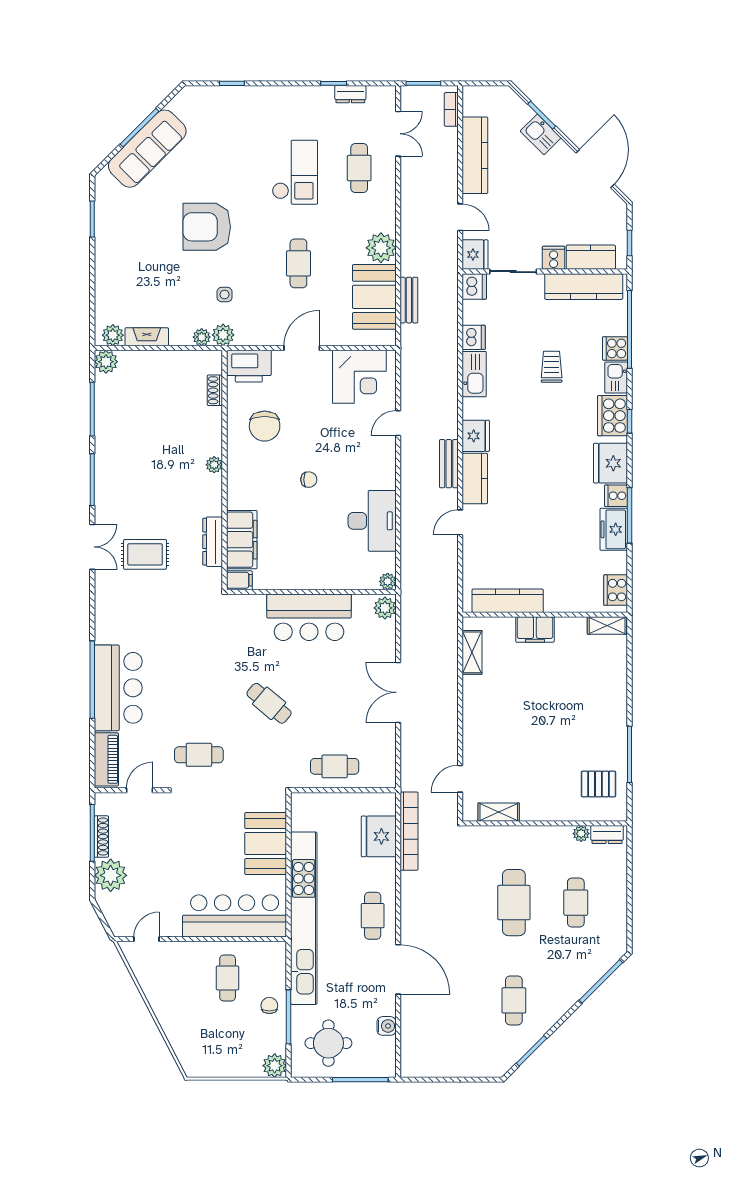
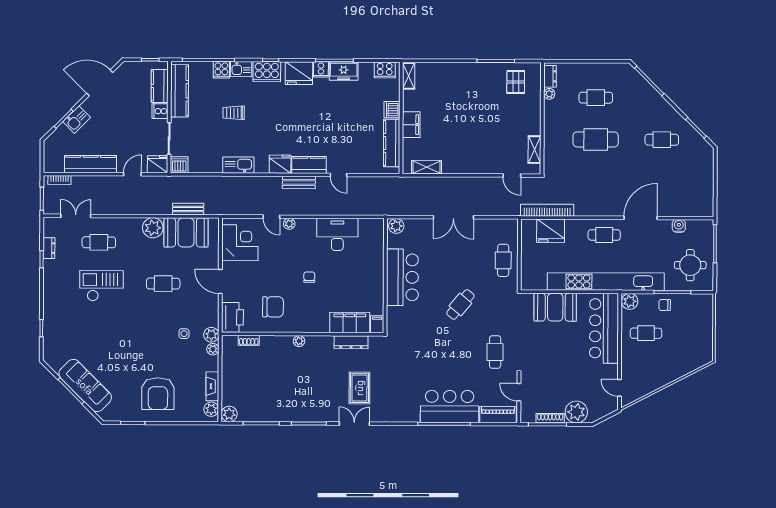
armchair: (207, 227) -> (158, 394), moved
dishwasher: (474, 337) -> (392, 110), moved, turned -90
plant: (388, 581) -> (289, 224), moved
plant: (275, 1066) -> (630, 301), moved

